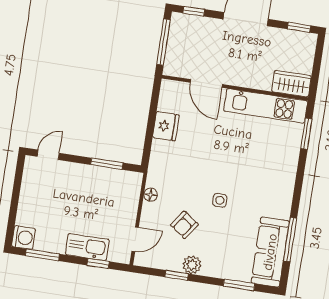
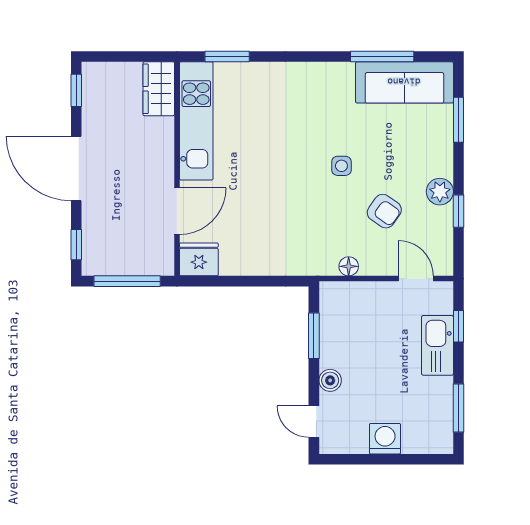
fridge: (166, 126) -> (199, 259), moved
boiler: (75, 170) -> (330, 380), added
washing machine: (24, 238) -> (385, 439), moved

